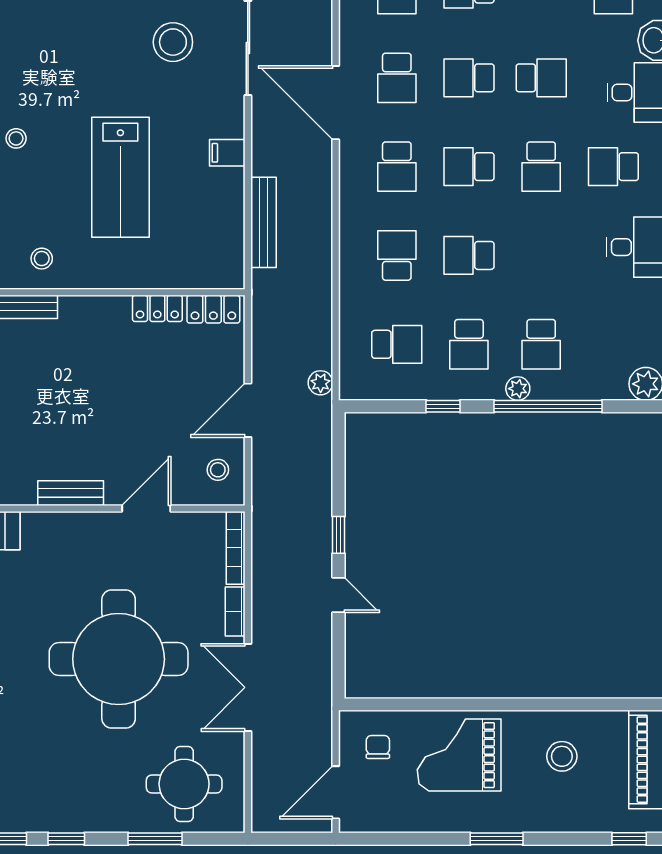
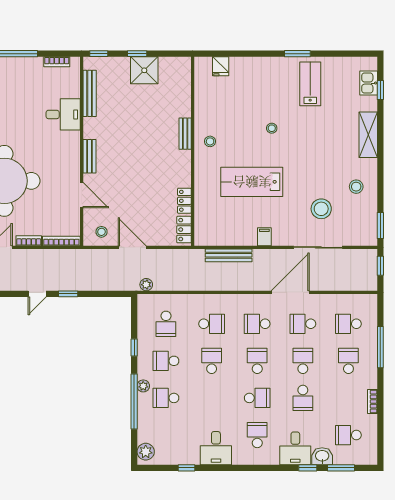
school desk: (541, 167) -> (257, 398), turned 180

